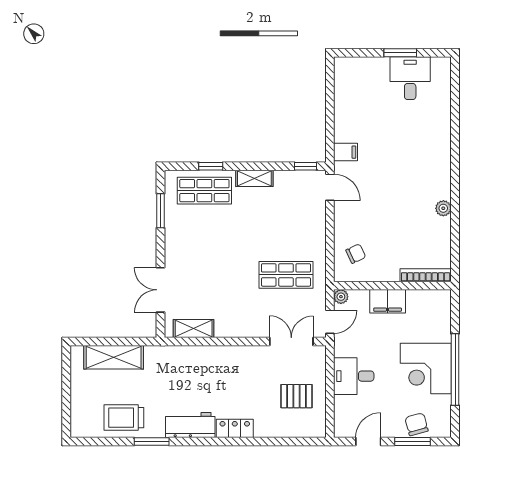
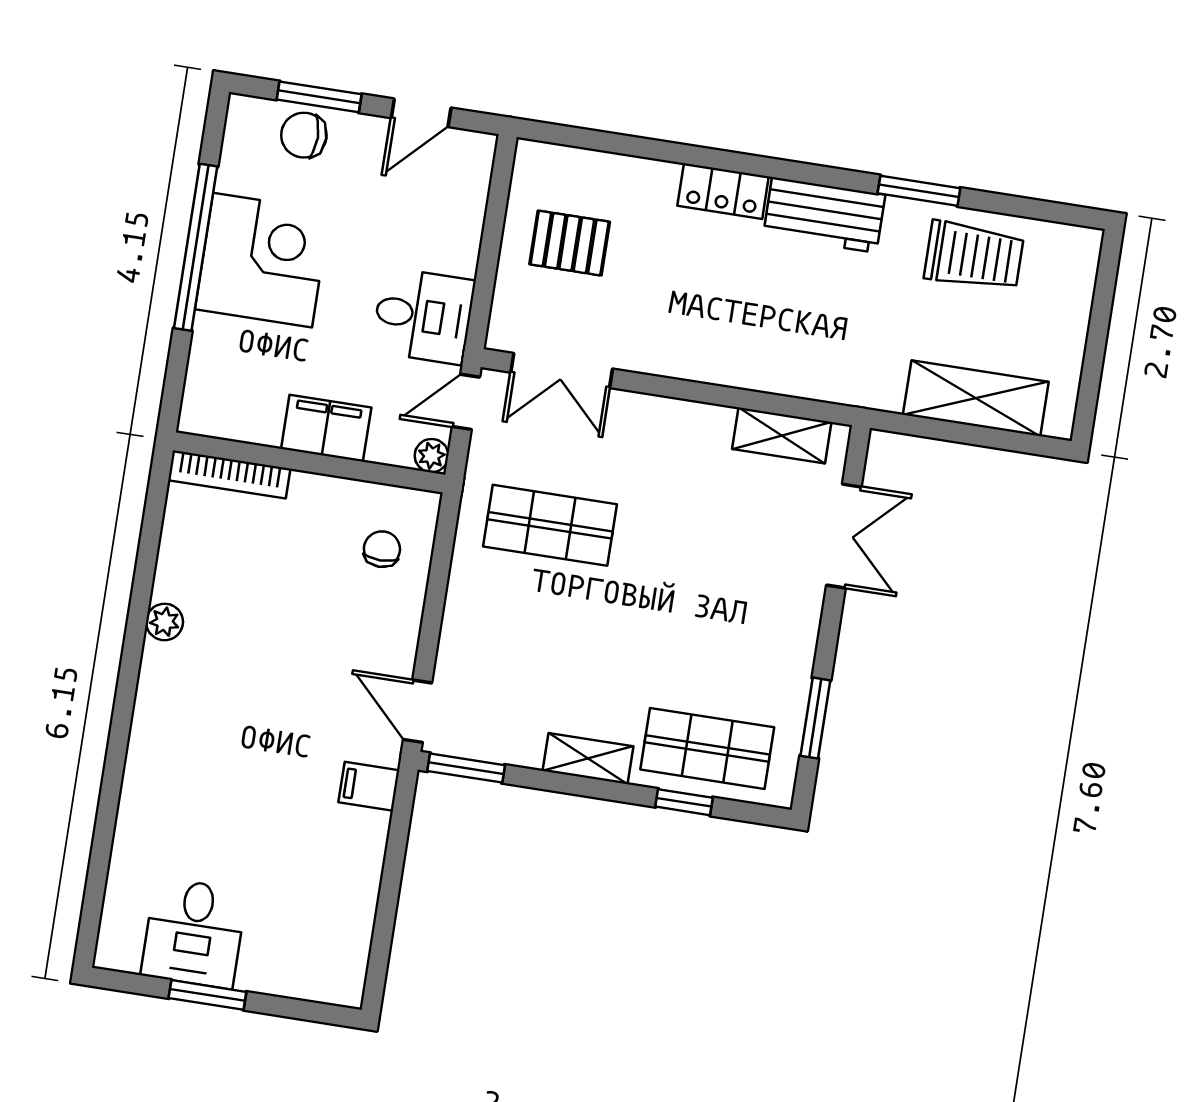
window: (306, 166) -> (466, 768), width x1.50
chair: (356, 254) -> (382, 549), turned 115
desk: (354, 376) -> (423, 316), moved
chair: (417, 424) -> (304, 135), turned 105

